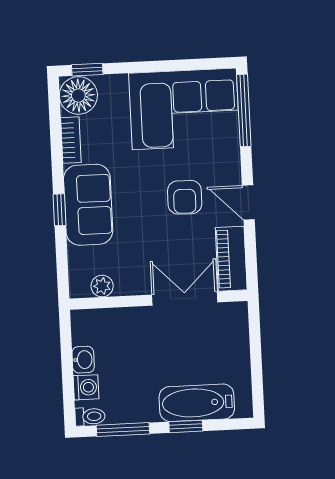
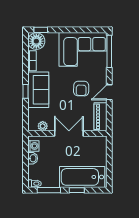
door: (248, 203) -> (109, 92), hinge flipped
double door: (185, 299) -> (69, 133), moved
washing machine: (86, 387) -> (33, 146), moved
bathtub: (197, 403) -> (82, 177), width x1.36, depth x1.36

